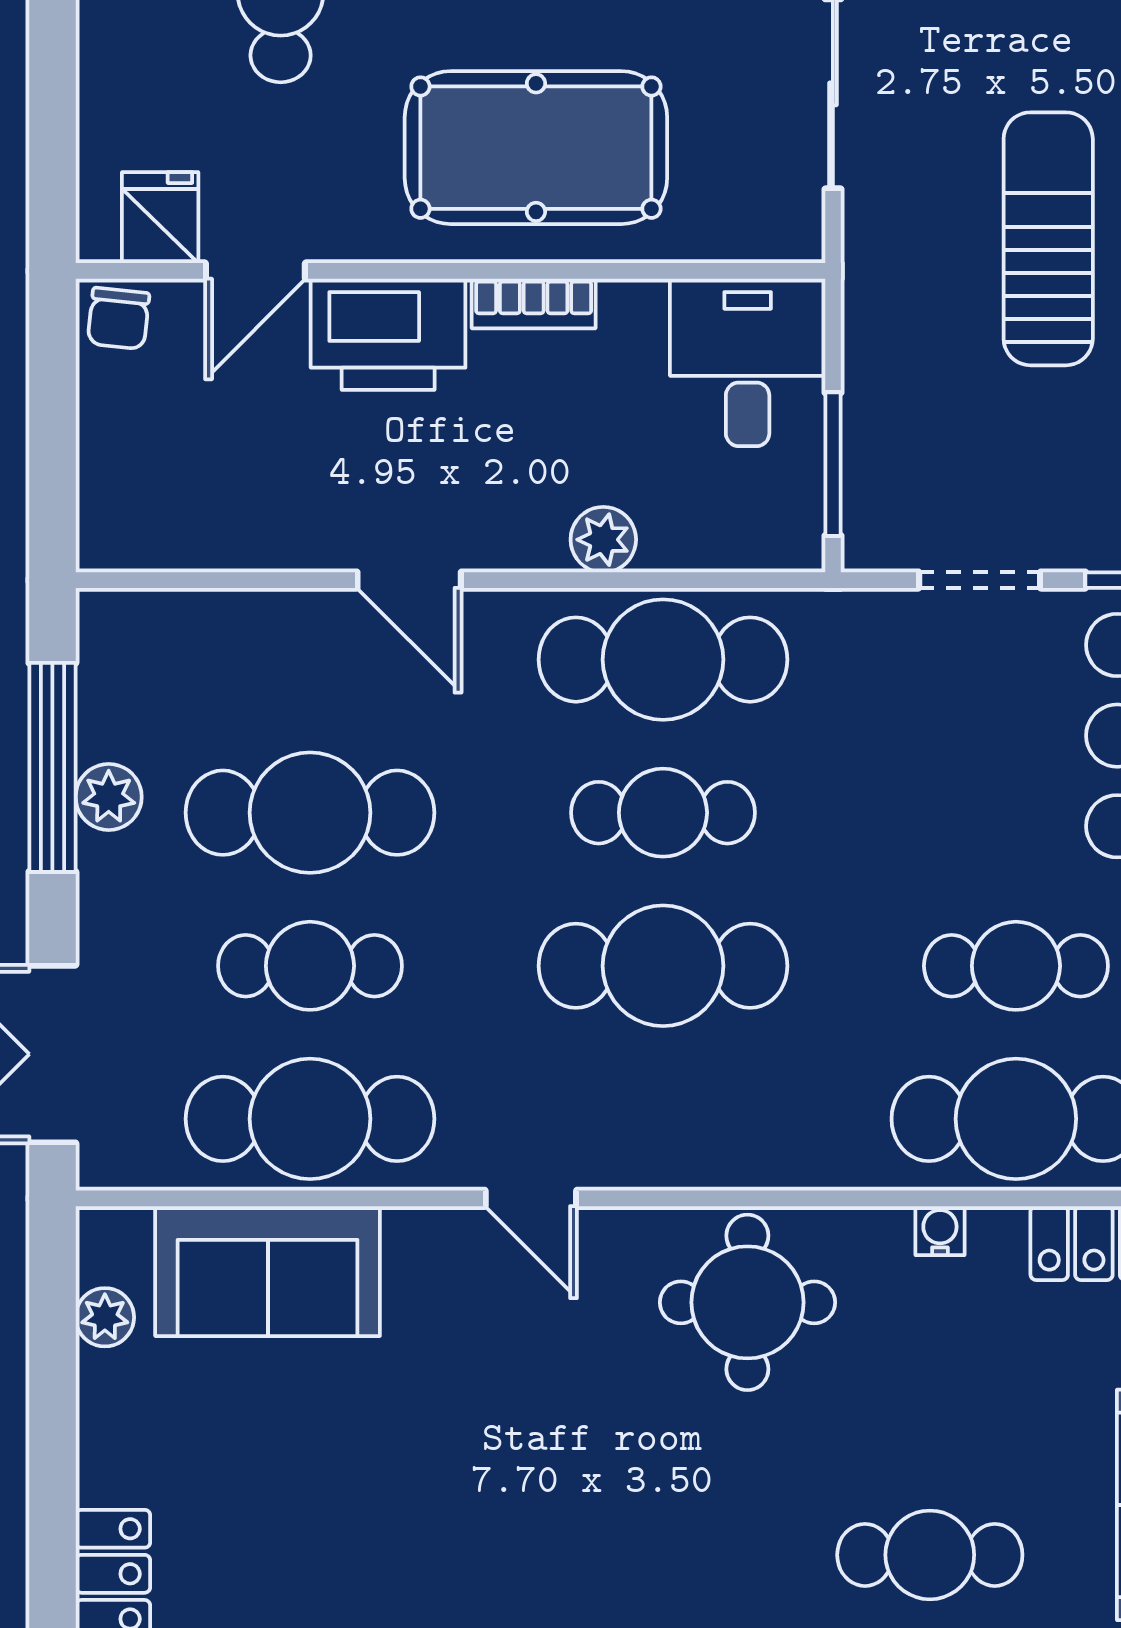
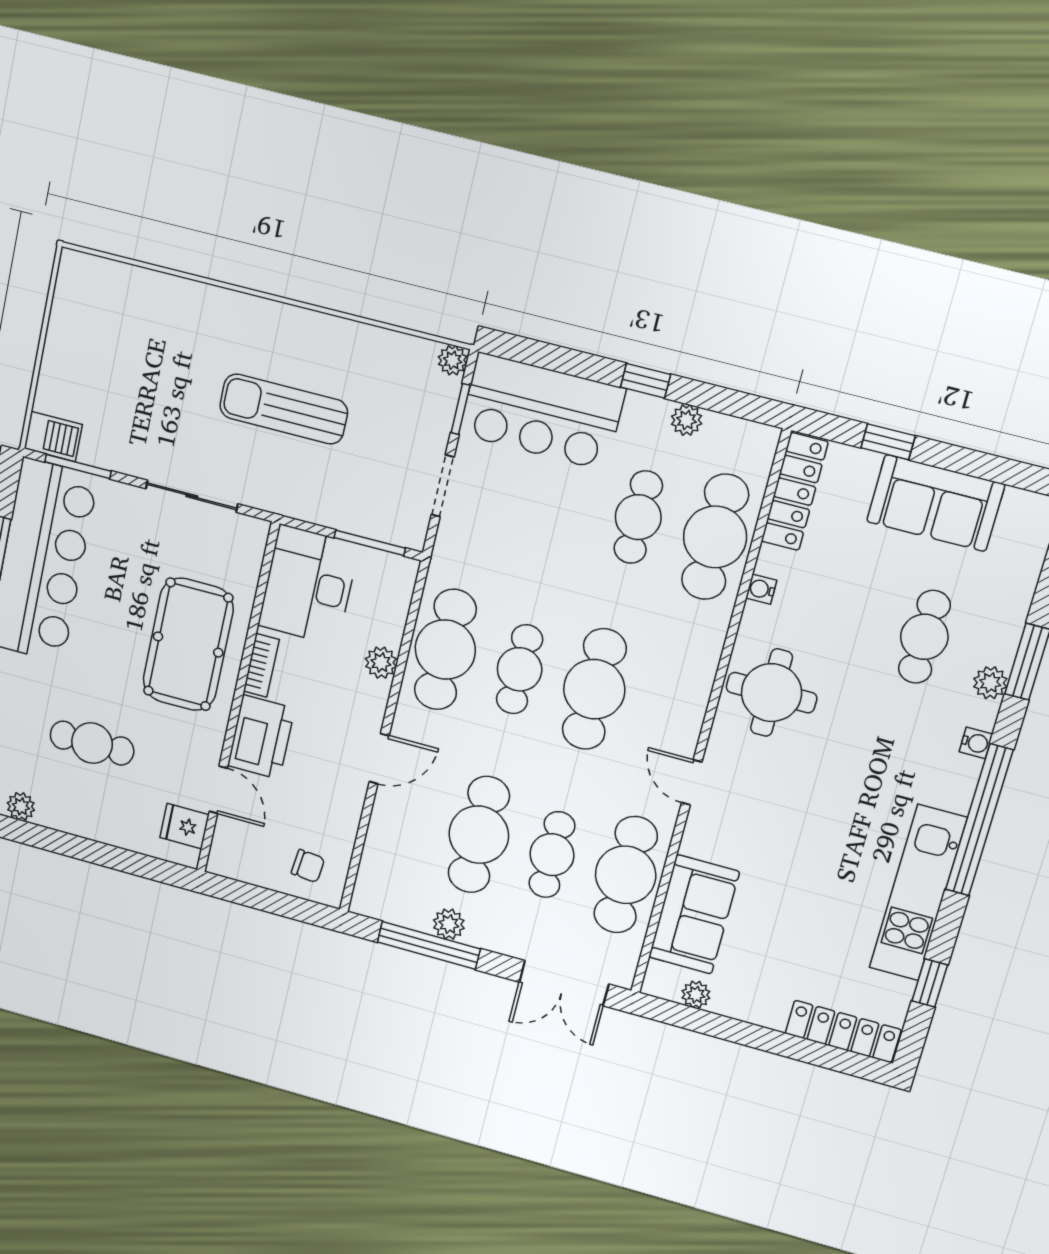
chair: (118, 318) -> (308, 866), moved
desk: (748, 362) -> (308, 585), width x1.37
door: (531, 1198) -> (692, 782), swing flipped

